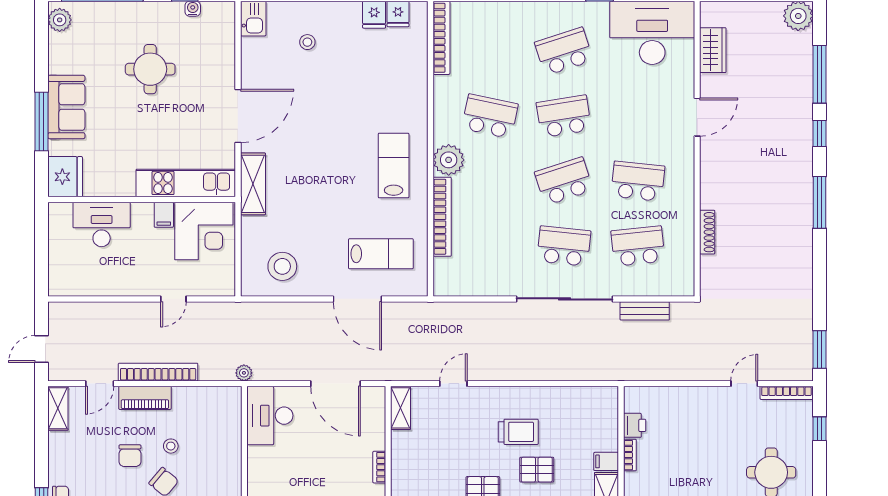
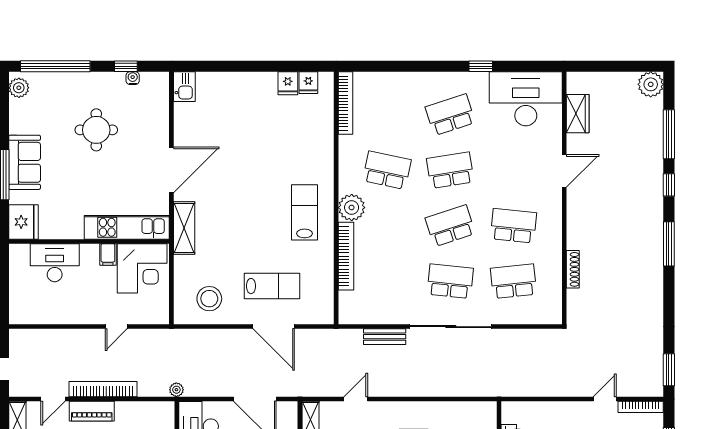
stool: (307, 42) -> (231, 107), removed
lab bench: (381, 254) -> (272, 286), moved
bench: (645, 311) -> (385, 337), moved

